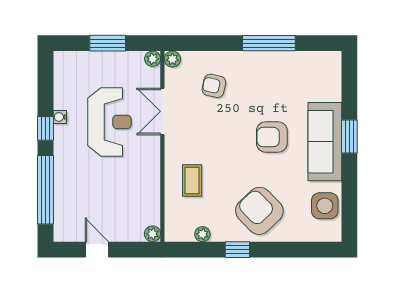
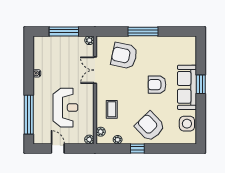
window: (108, 43) -> (64, 31), width x1.44
window: (269, 43) -> (143, 31), moved
plant: (172, 59) -> (101, 132), moved
armchair: (214, 86) -> (124, 56), width x1.88, depth x1.88
reception desk: (109, 122) -> (65, 108), moved
window: (46, 128) -> (29, 80), removed

